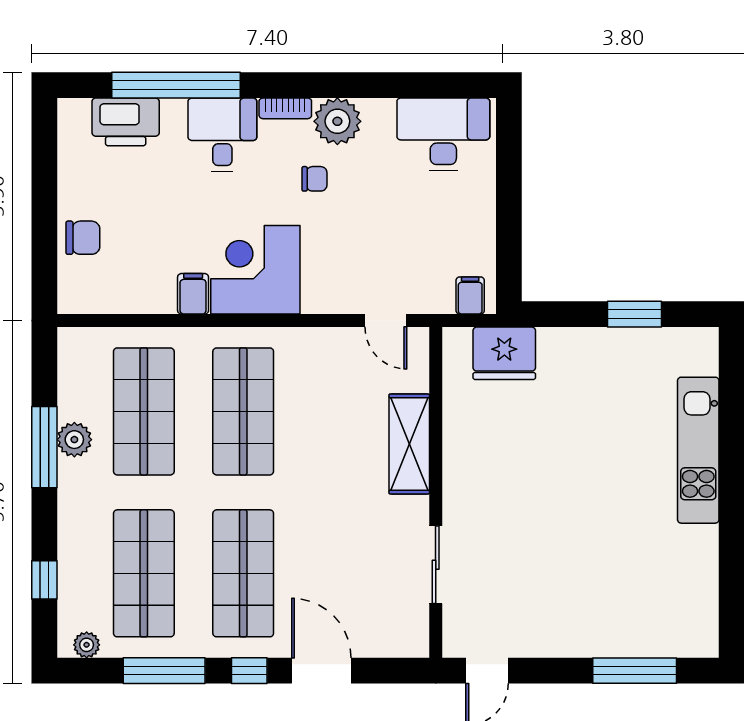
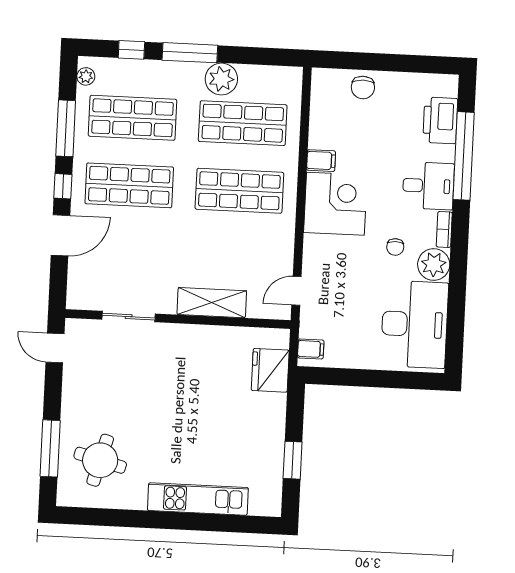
desk: (443, 134) -> (414, 324), width x1.36, depth x1.30
plant: (74, 440) -> (221, 79), width x1.36, depth x1.36
window: (44, 447) -> (190, 53), moved
round table: (648, 596) -> (100, 460), added

